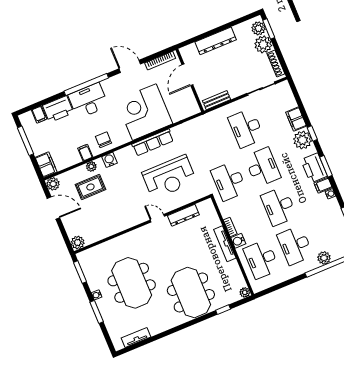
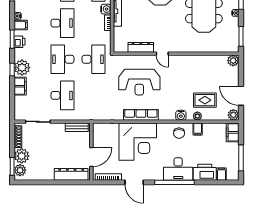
dresser: (216, 41) -> (71, 174), moved
printer: (314, 168) -> (19, 42), width x0.53, depth x0.68
reception desk: (169, 177) -> (139, 82), turned 180

